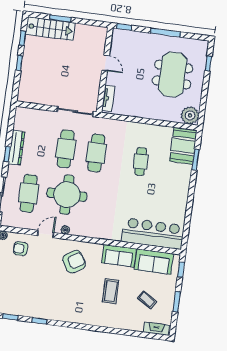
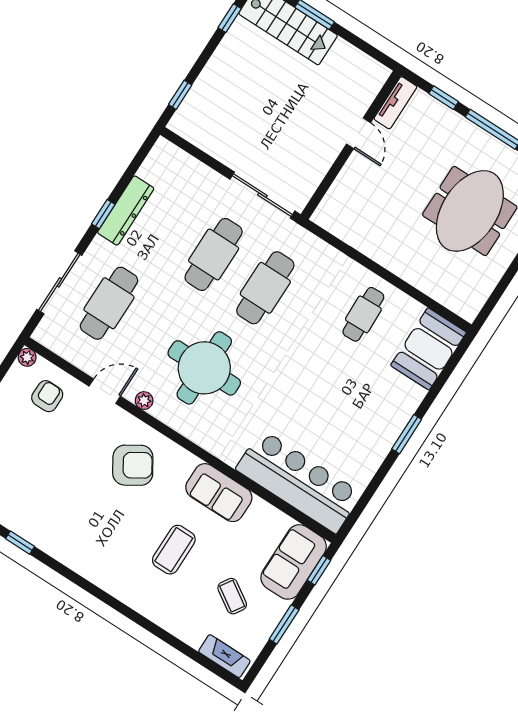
window: (124, 27) -> (444, 98), moved
window: (19, 63) -> (180, 95), moved
tv unit: (108, 98) -> (395, 103), moved
plant: (190, 115) -> (466, 300), removed
window: (196, 160) -> (407, 434), moved
cafe table: (141, 161) -> (363, 314), moved
round table: (67, 195) -> (204, 368), moved
armchair: (20, 249) -> (47, 396), turned 90
sofa: (154, 262) -> (294, 562), moved, turned 90

